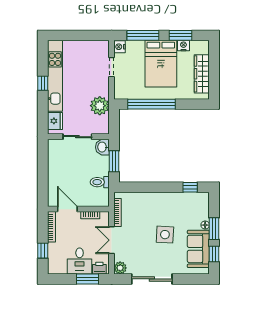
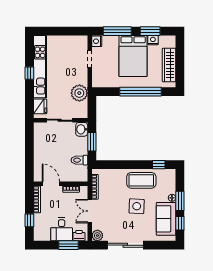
window: (151, 104) -> (140, 92), moved
coffee table: (170, 205) -> (141, 180), added

